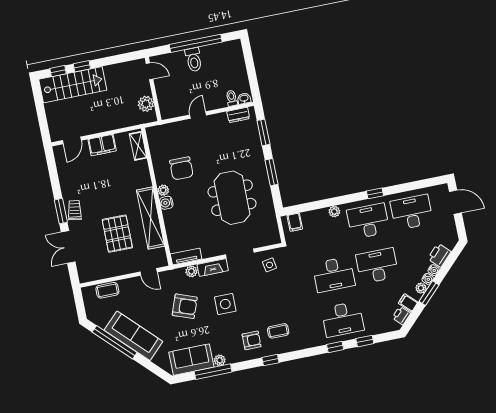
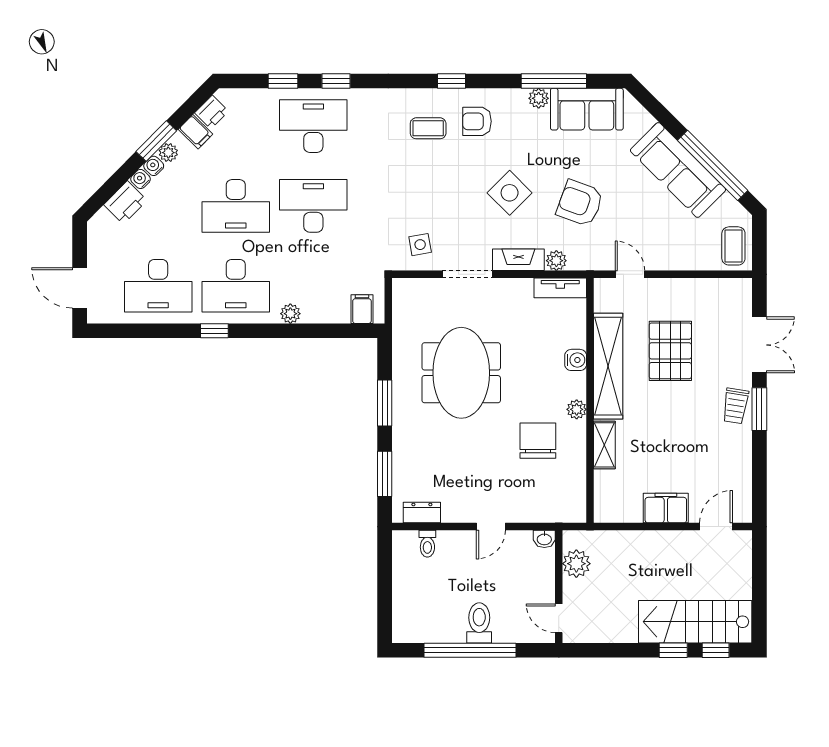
washbasin: (244, 98) -> (544, 539), moved
shelving: (138, 146) -> (604, 445), moved
water cooler: (166, 203) -> (576, 360), moved
coffee table: (107, 290) -> (733, 246), moved, turned 90
side table: (225, 304) -> (510, 193), turned 45

